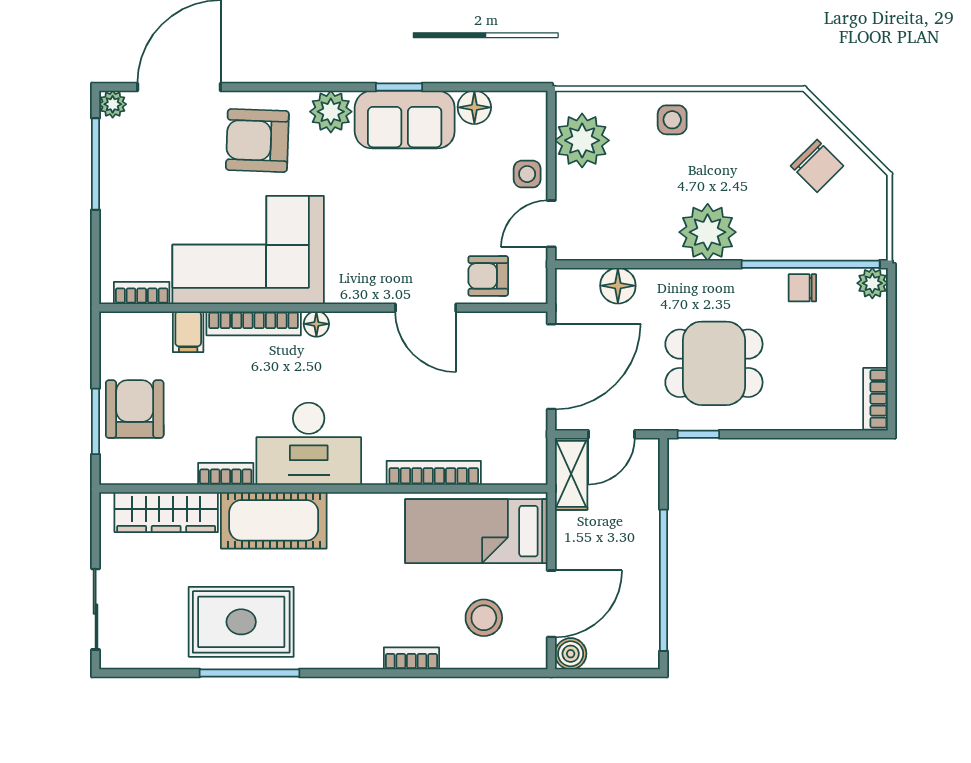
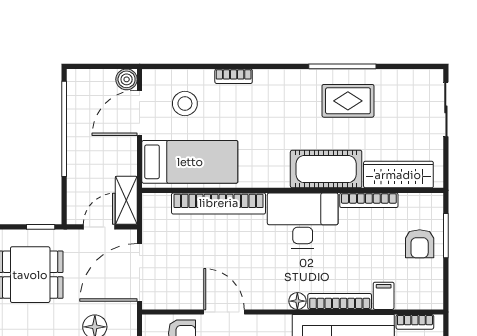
armchair: (135, 409) -> (420, 244), width x0.72, depth x0.72
bookcase: (434, 473) -> (219, 203), width x1.48, depth x1.31
bookcase: (226, 474) -> (369, 200), width x1.56
rug: (241, 622) -> (348, 101), width x0.73, depth x0.70

